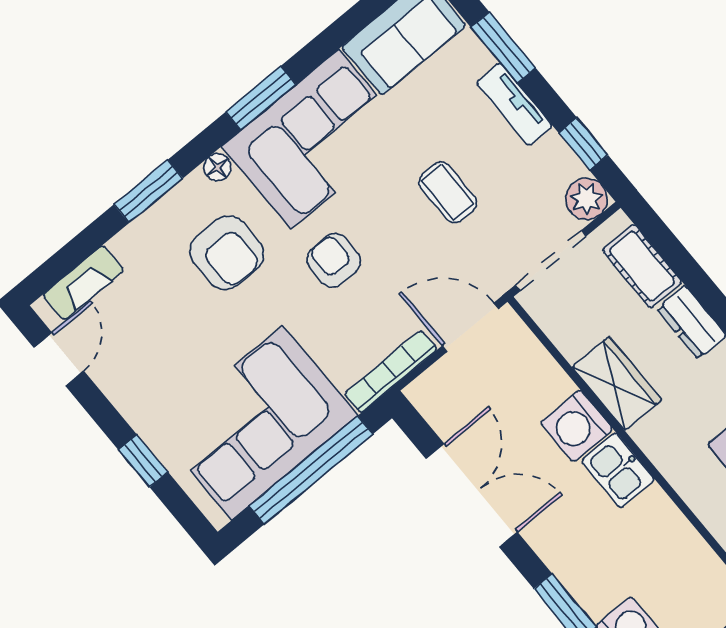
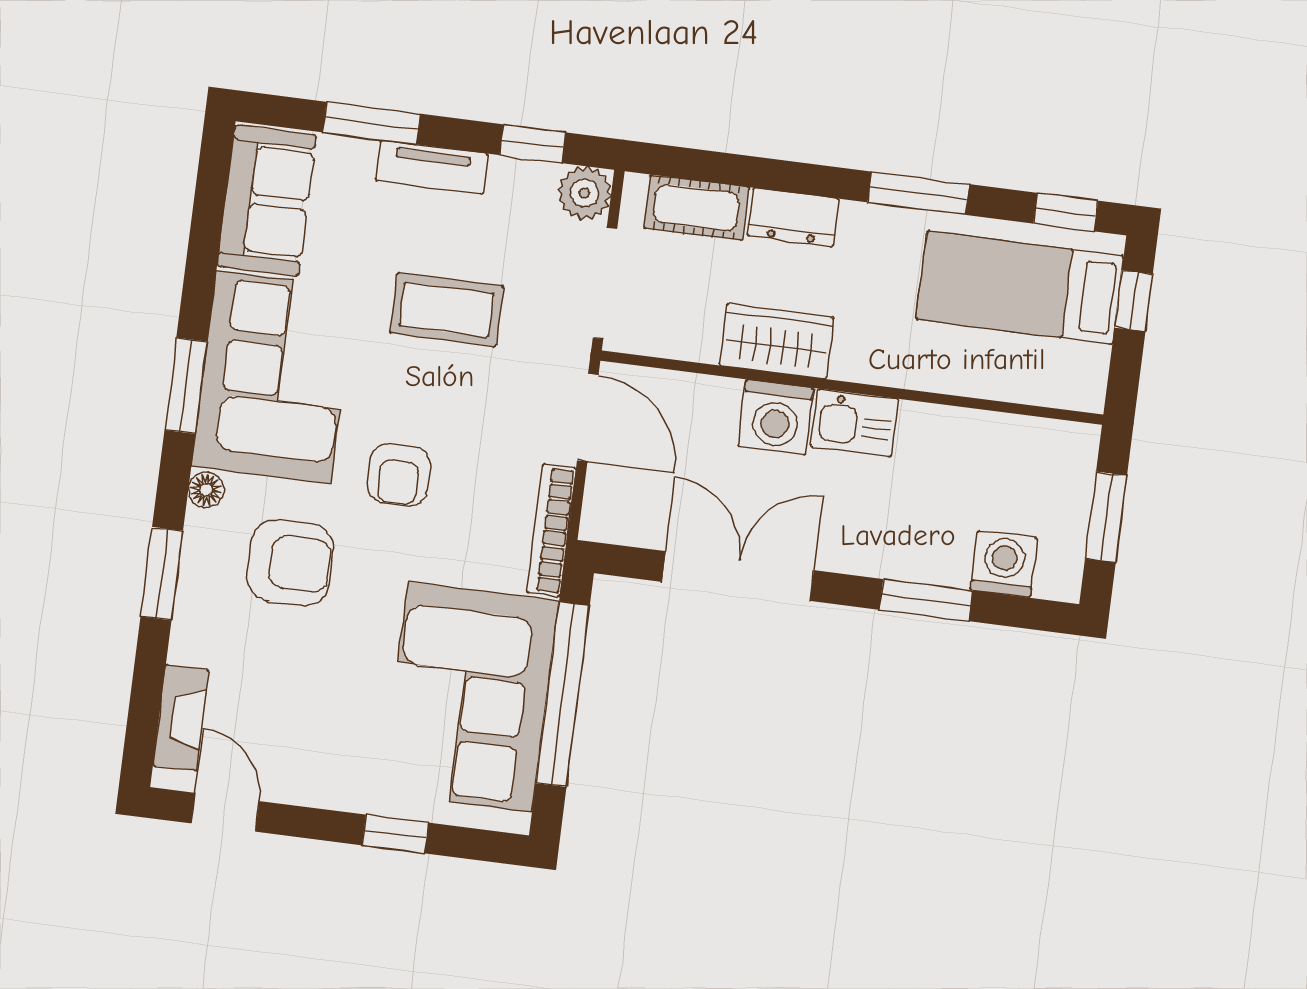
coffee table: (448, 192) -> (447, 310), width x1.36, depth x1.30
armchair: (334, 260) -> (399, 475), turned -90
door: (470, 327) -> (588, 418), swing flipped

